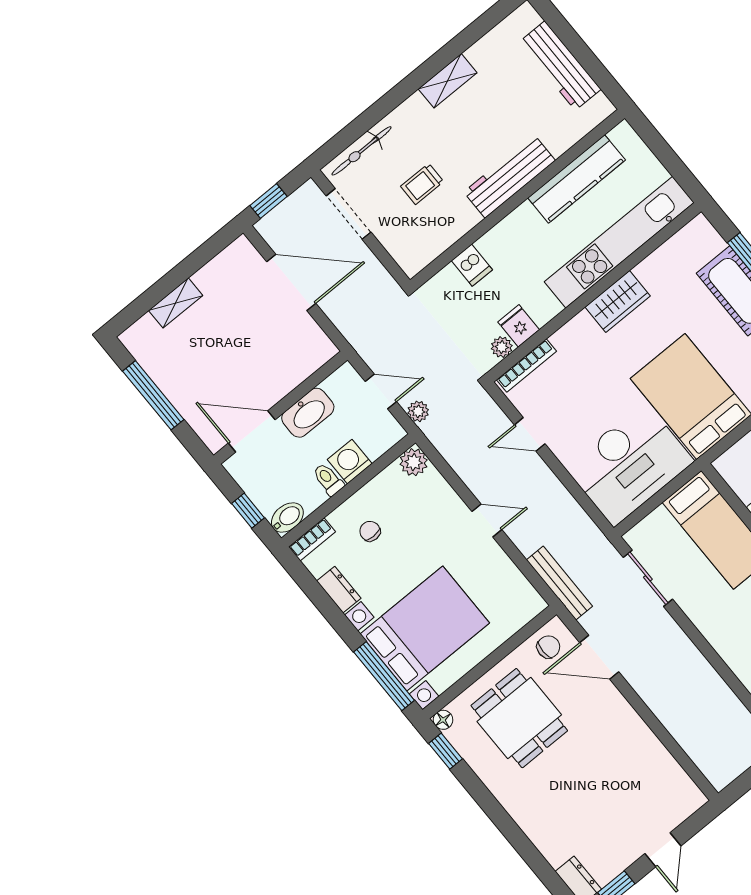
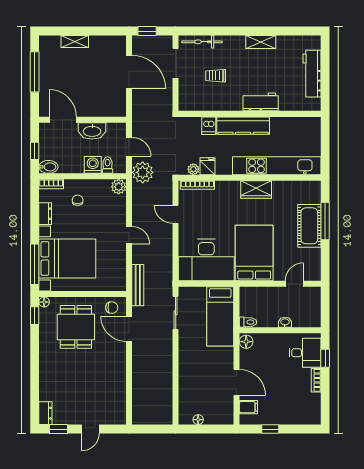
workbench: (510, 176) -> (261, 102), width x0.73
kitchen counter: (577, 179) -> (243, 126), moved
plant: (418, 411) -> (143, 172), width x1.88, depth x1.88
toilet: (328, 479) -> (108, 165), moved

